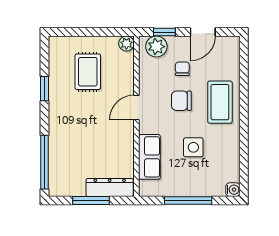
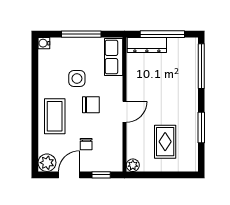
plant: (156, 47) -> (47, 163), moved
window: (45, 89) -> (201, 127), width x1.50
chair: (181, 101) -> (91, 105), moved
row of seats: (149, 157) -> (114, 57), moved
window: (91, 200) -> (162, 34), width x1.44

